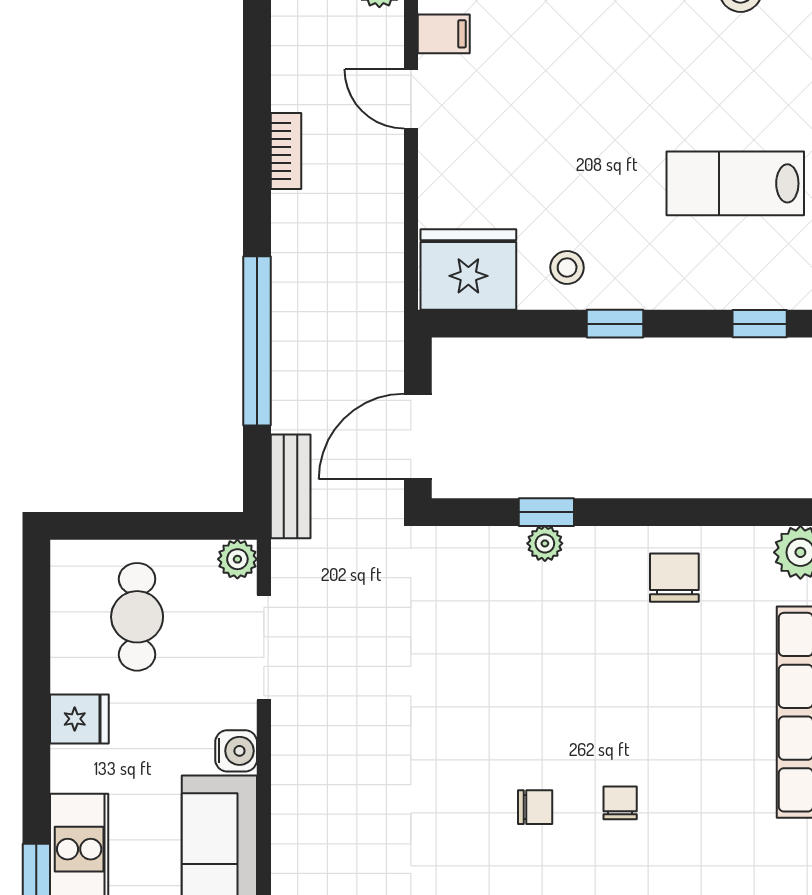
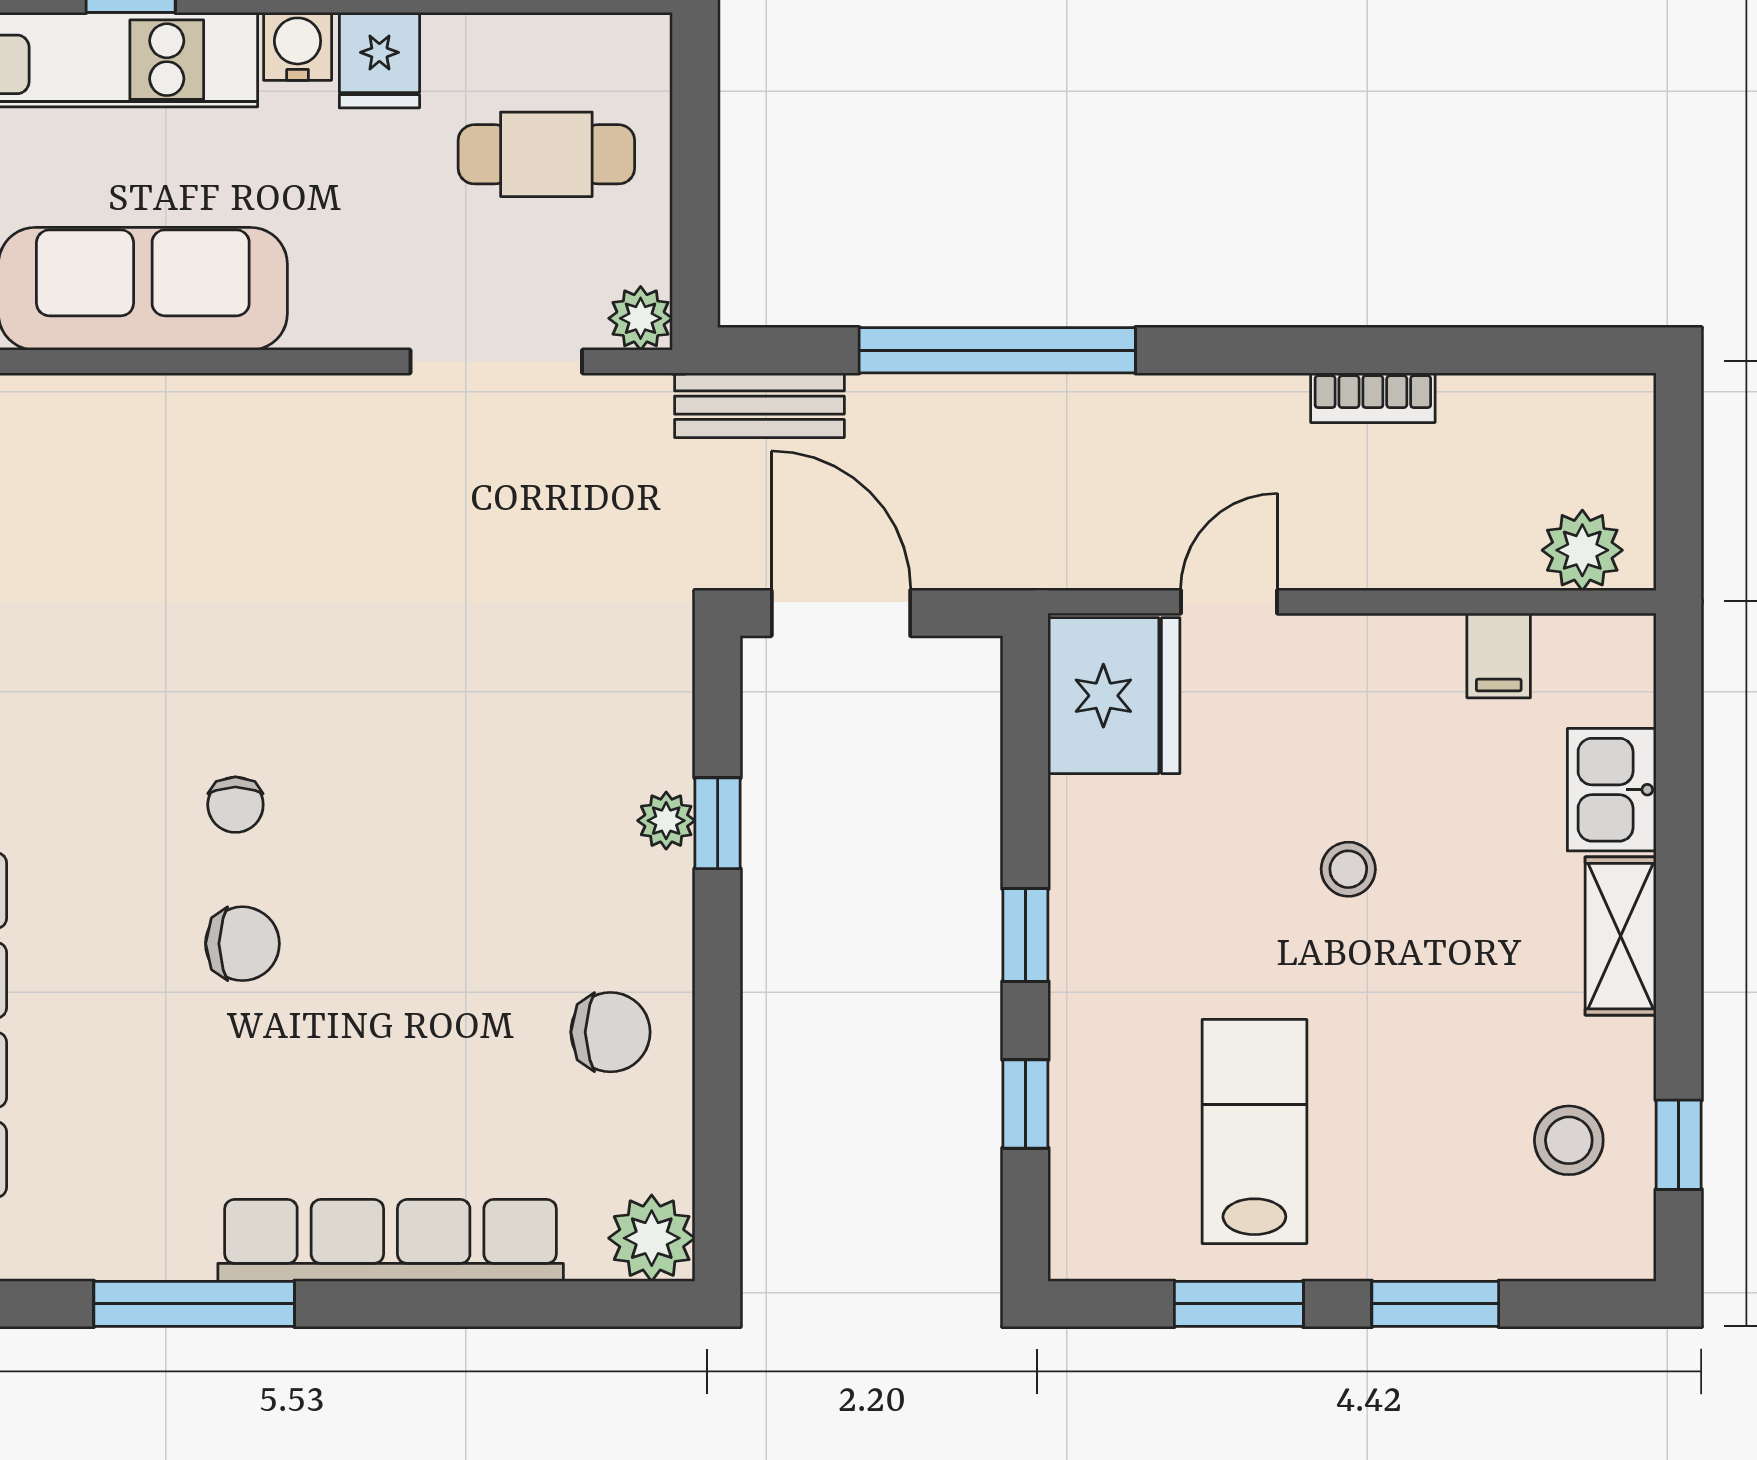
door: (411, 99) -> (1229, 602), moved
bookcase: (286, 151) -> (1373, 398), moved
stool: (567, 267) -> (1348, 869), moved
window: (760, 324) -> (1025, 1104), moved
water cooler: (236, 751) -> (298, 46), moved, turned 180
chair: (620, 803) -> (242, 944), width x1.37, depth x1.37

